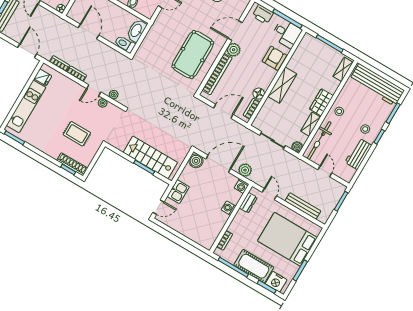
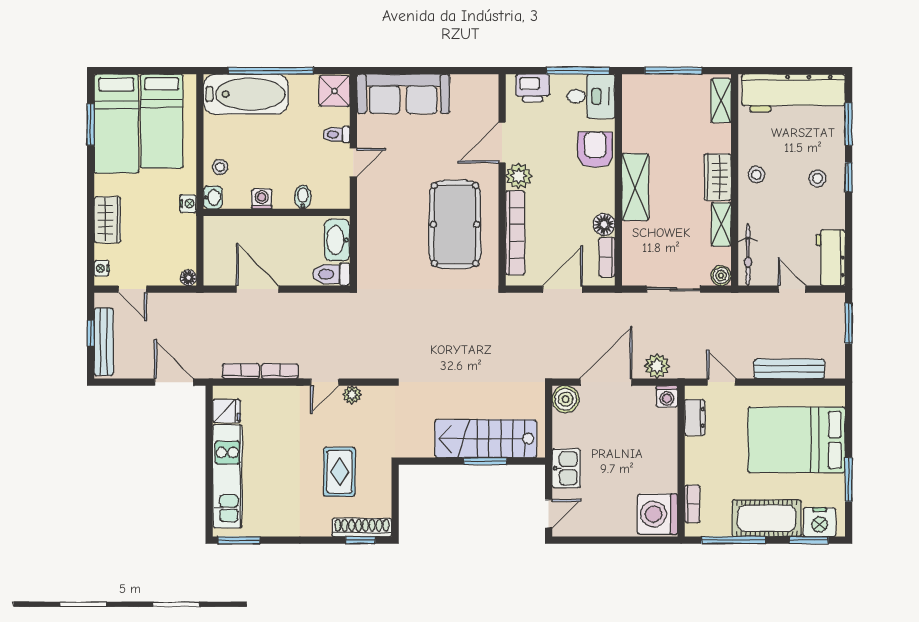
plant: (114, 95) -> (362, 370), removed
rug: (77, 134) -> (339, 472), turned 90
bicycle: (319, 141) -> (748, 255), width x0.73, depth x0.71
workbench: (358, 154) -> (831, 258), moved
washing machine: (229, 208) -> (658, 514), moved, width x1.89, depth x1.89

